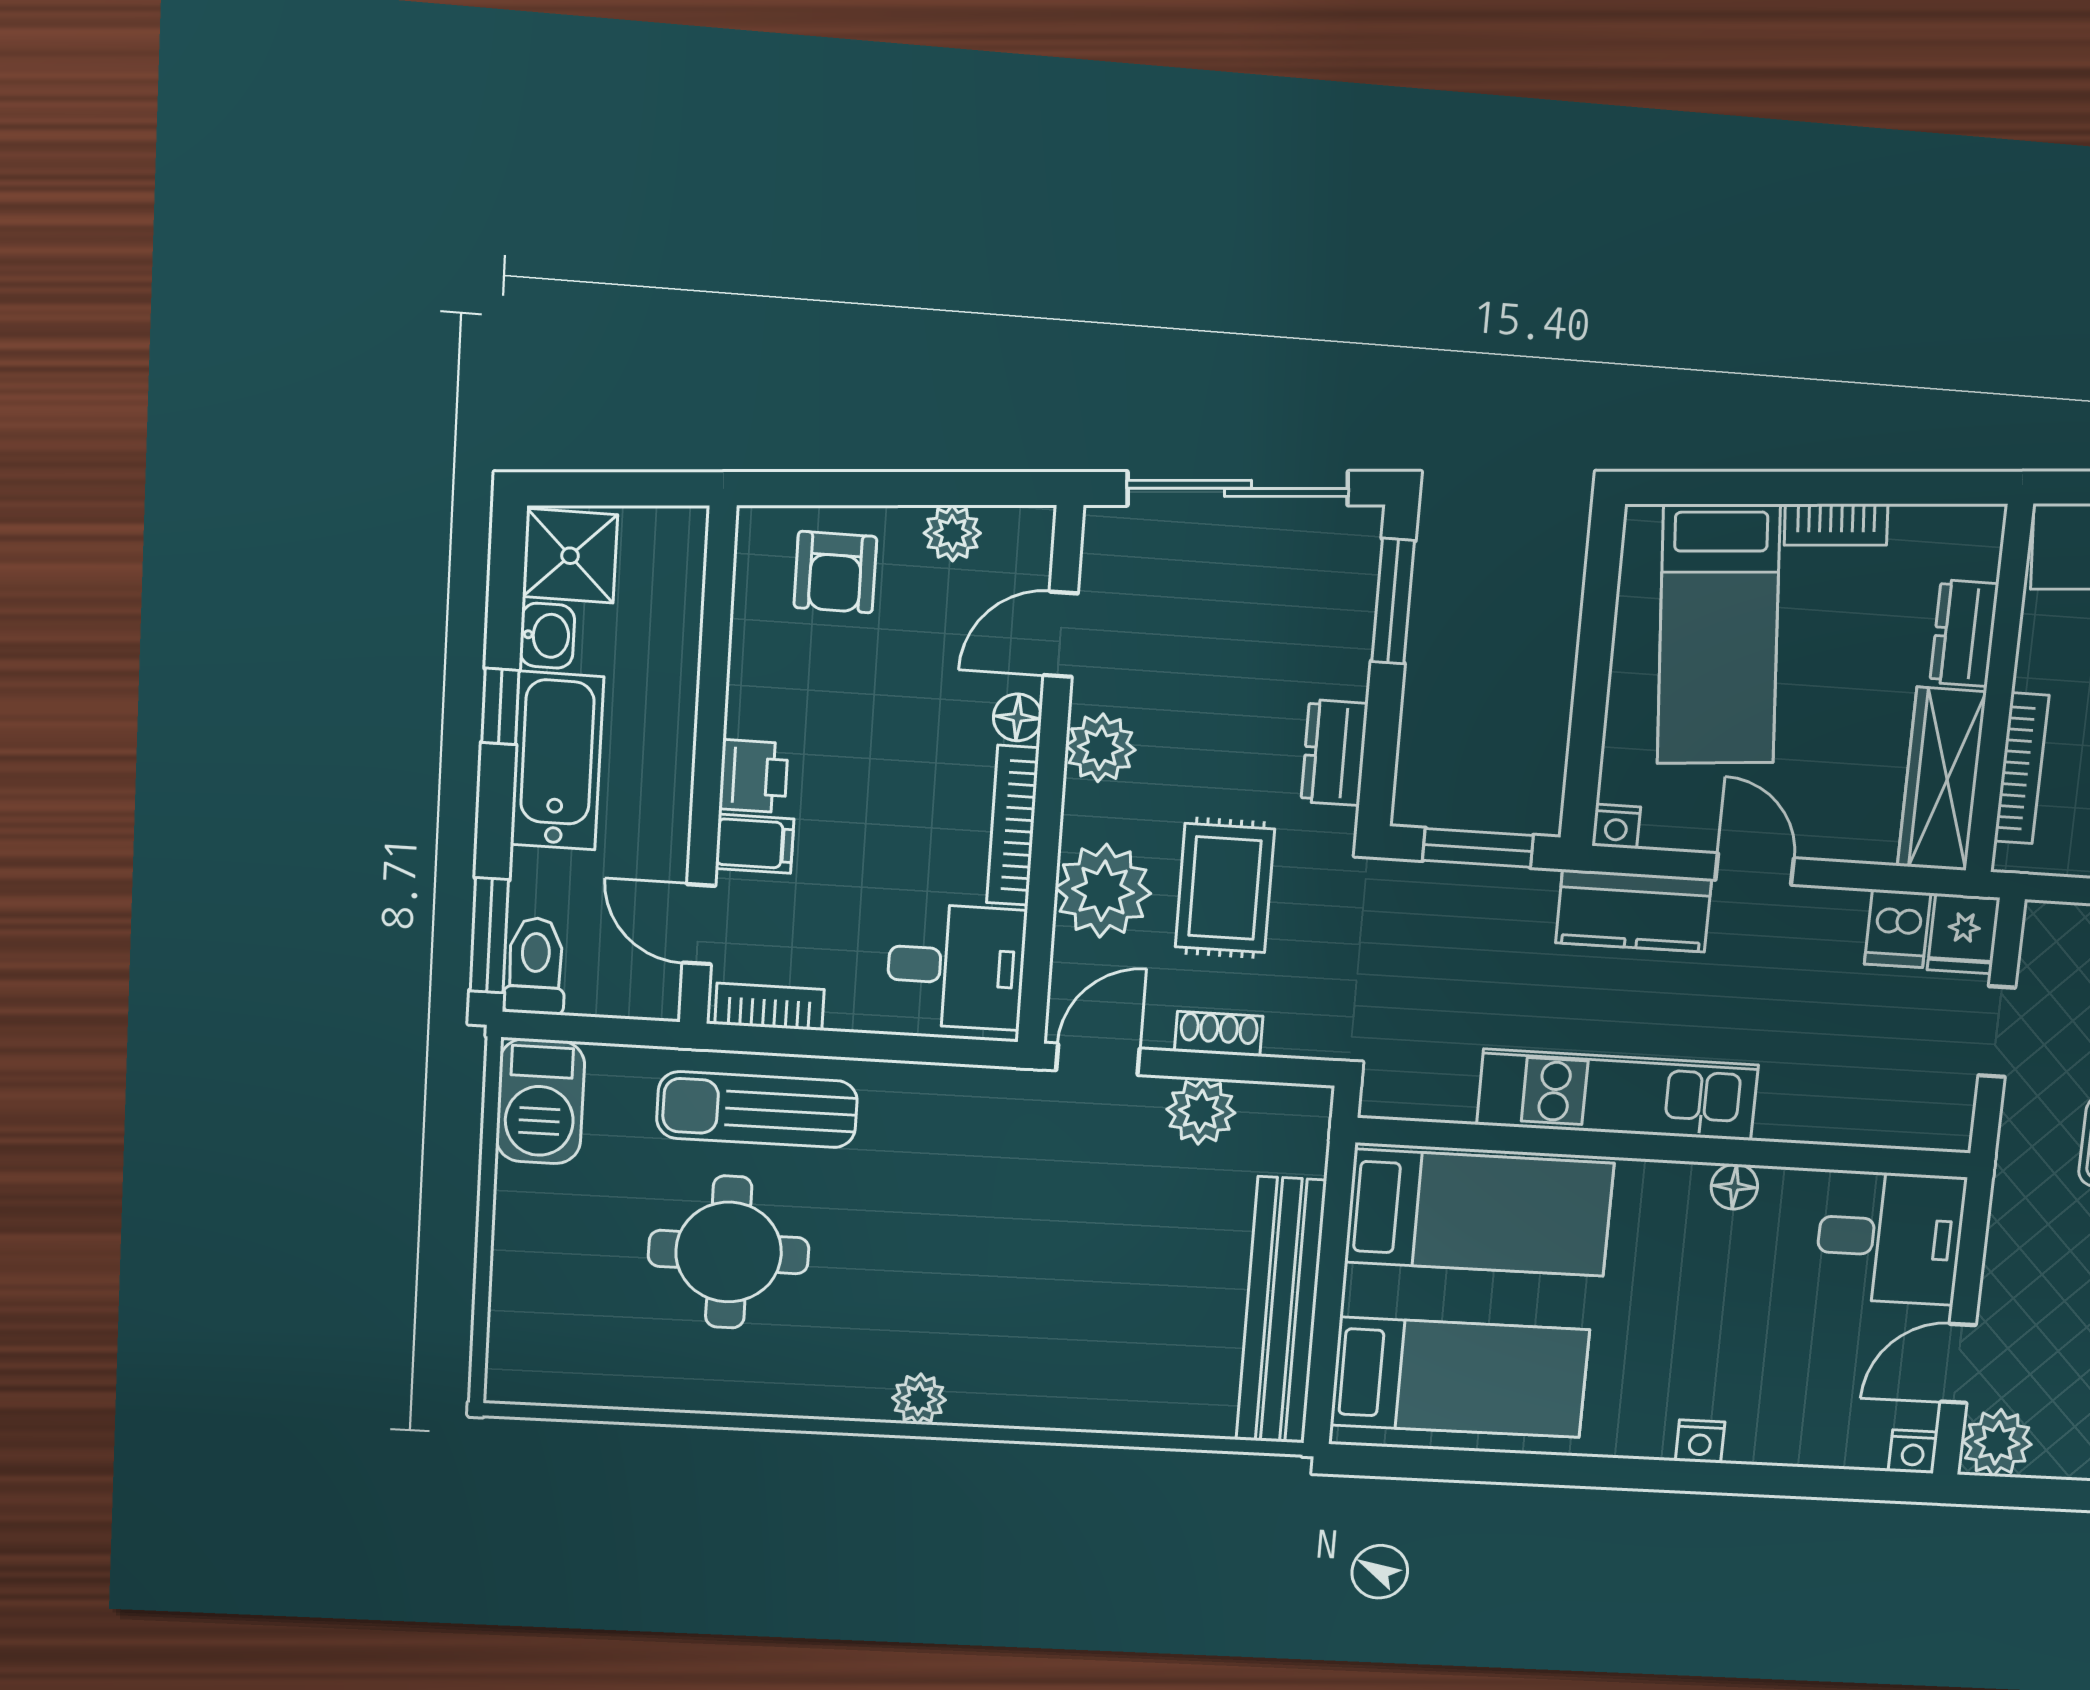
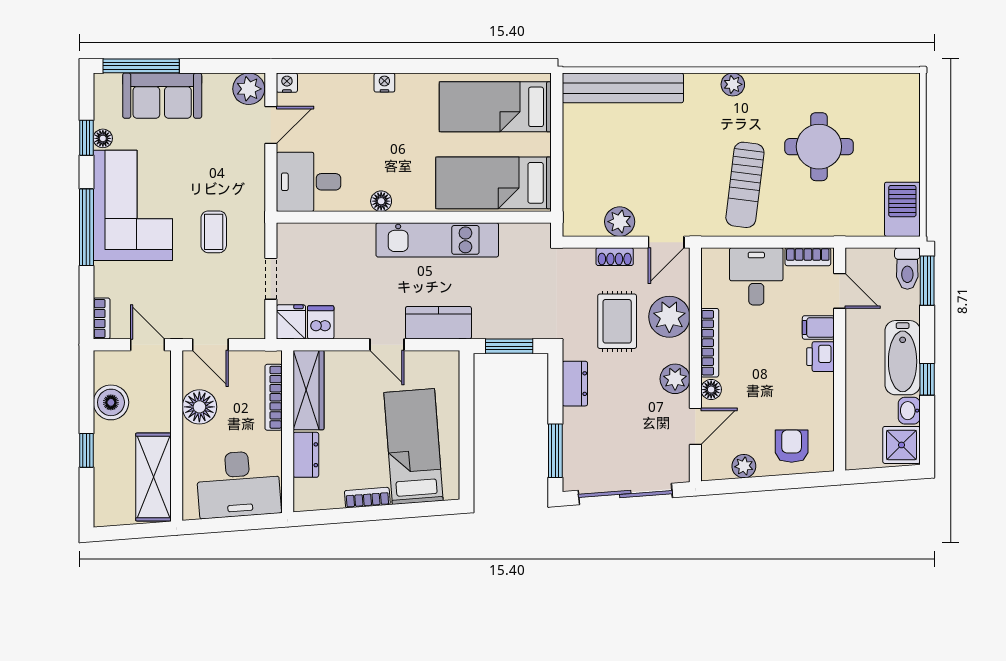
nightstand: (1616, 826) -> (450, 360), removed
desk: (956, 967) -> (756, 276), moved, turned 90
sun lounger: (757, 1110) -> (745, 185), moved, turned 97
bench: (1281, 1310) -> (623, 88), moved, turned 90

